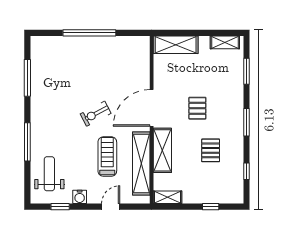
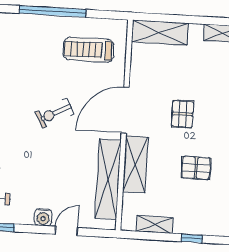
pallet: (211, 150) -> (196, 168), turned 90
treadmill: (107, 157) -> (88, 50), moved, turned -90
water cooler: (80, 197) -> (43, 217), moved
shelving: (168, 197) -> (155, 224), moved

